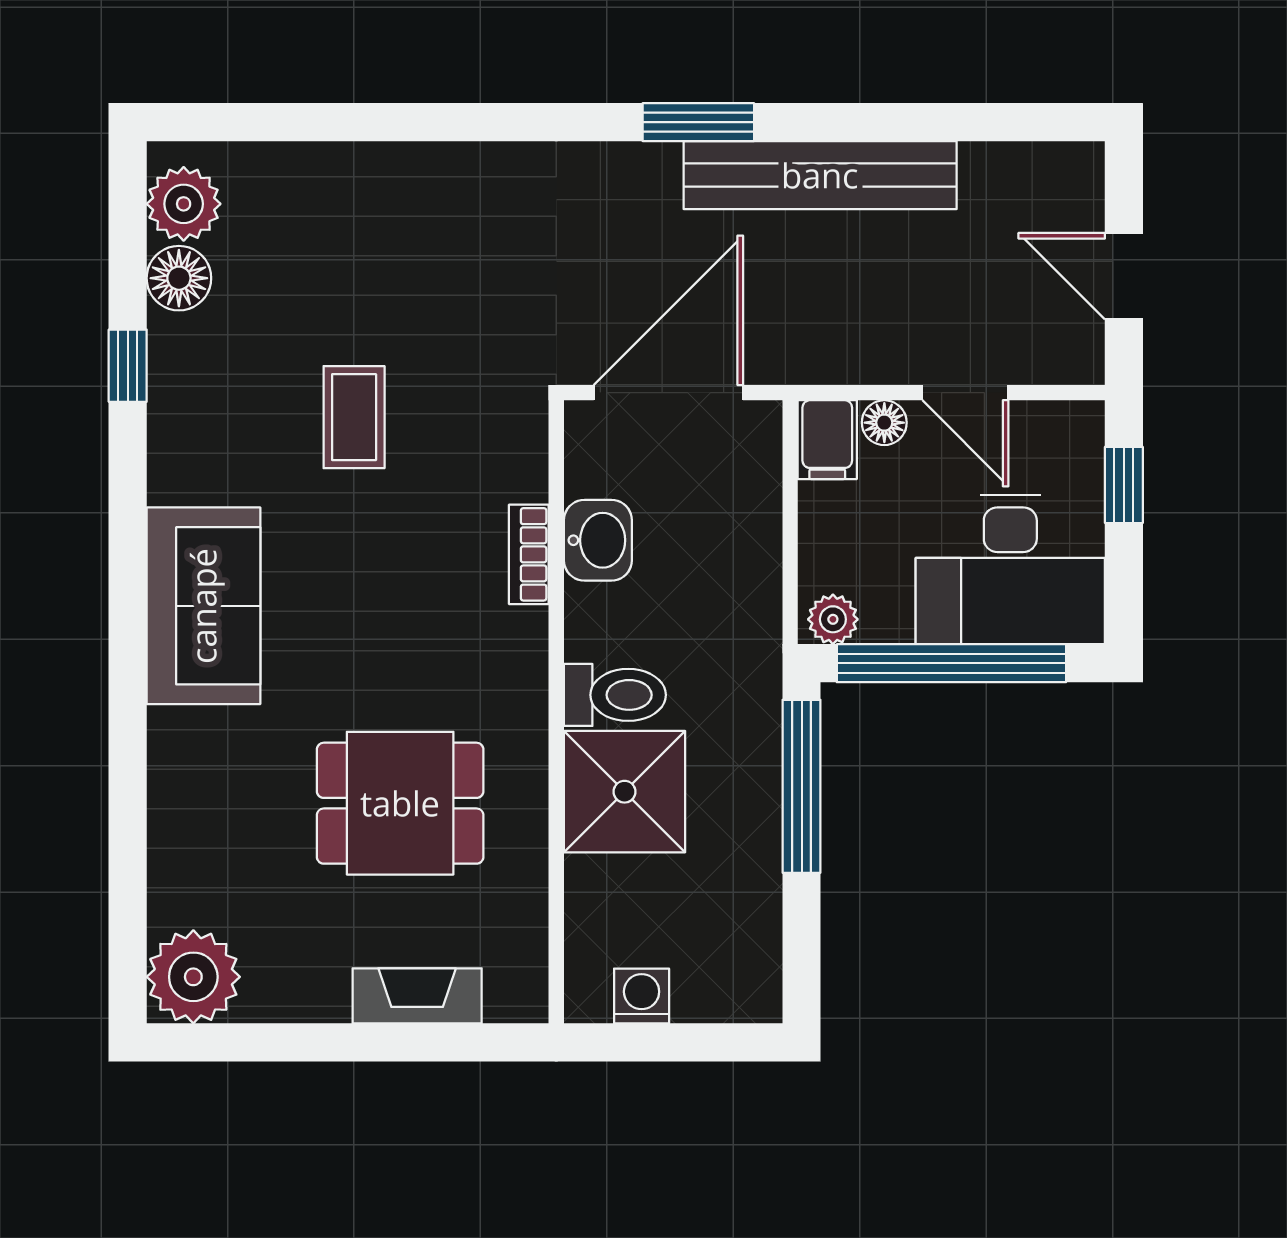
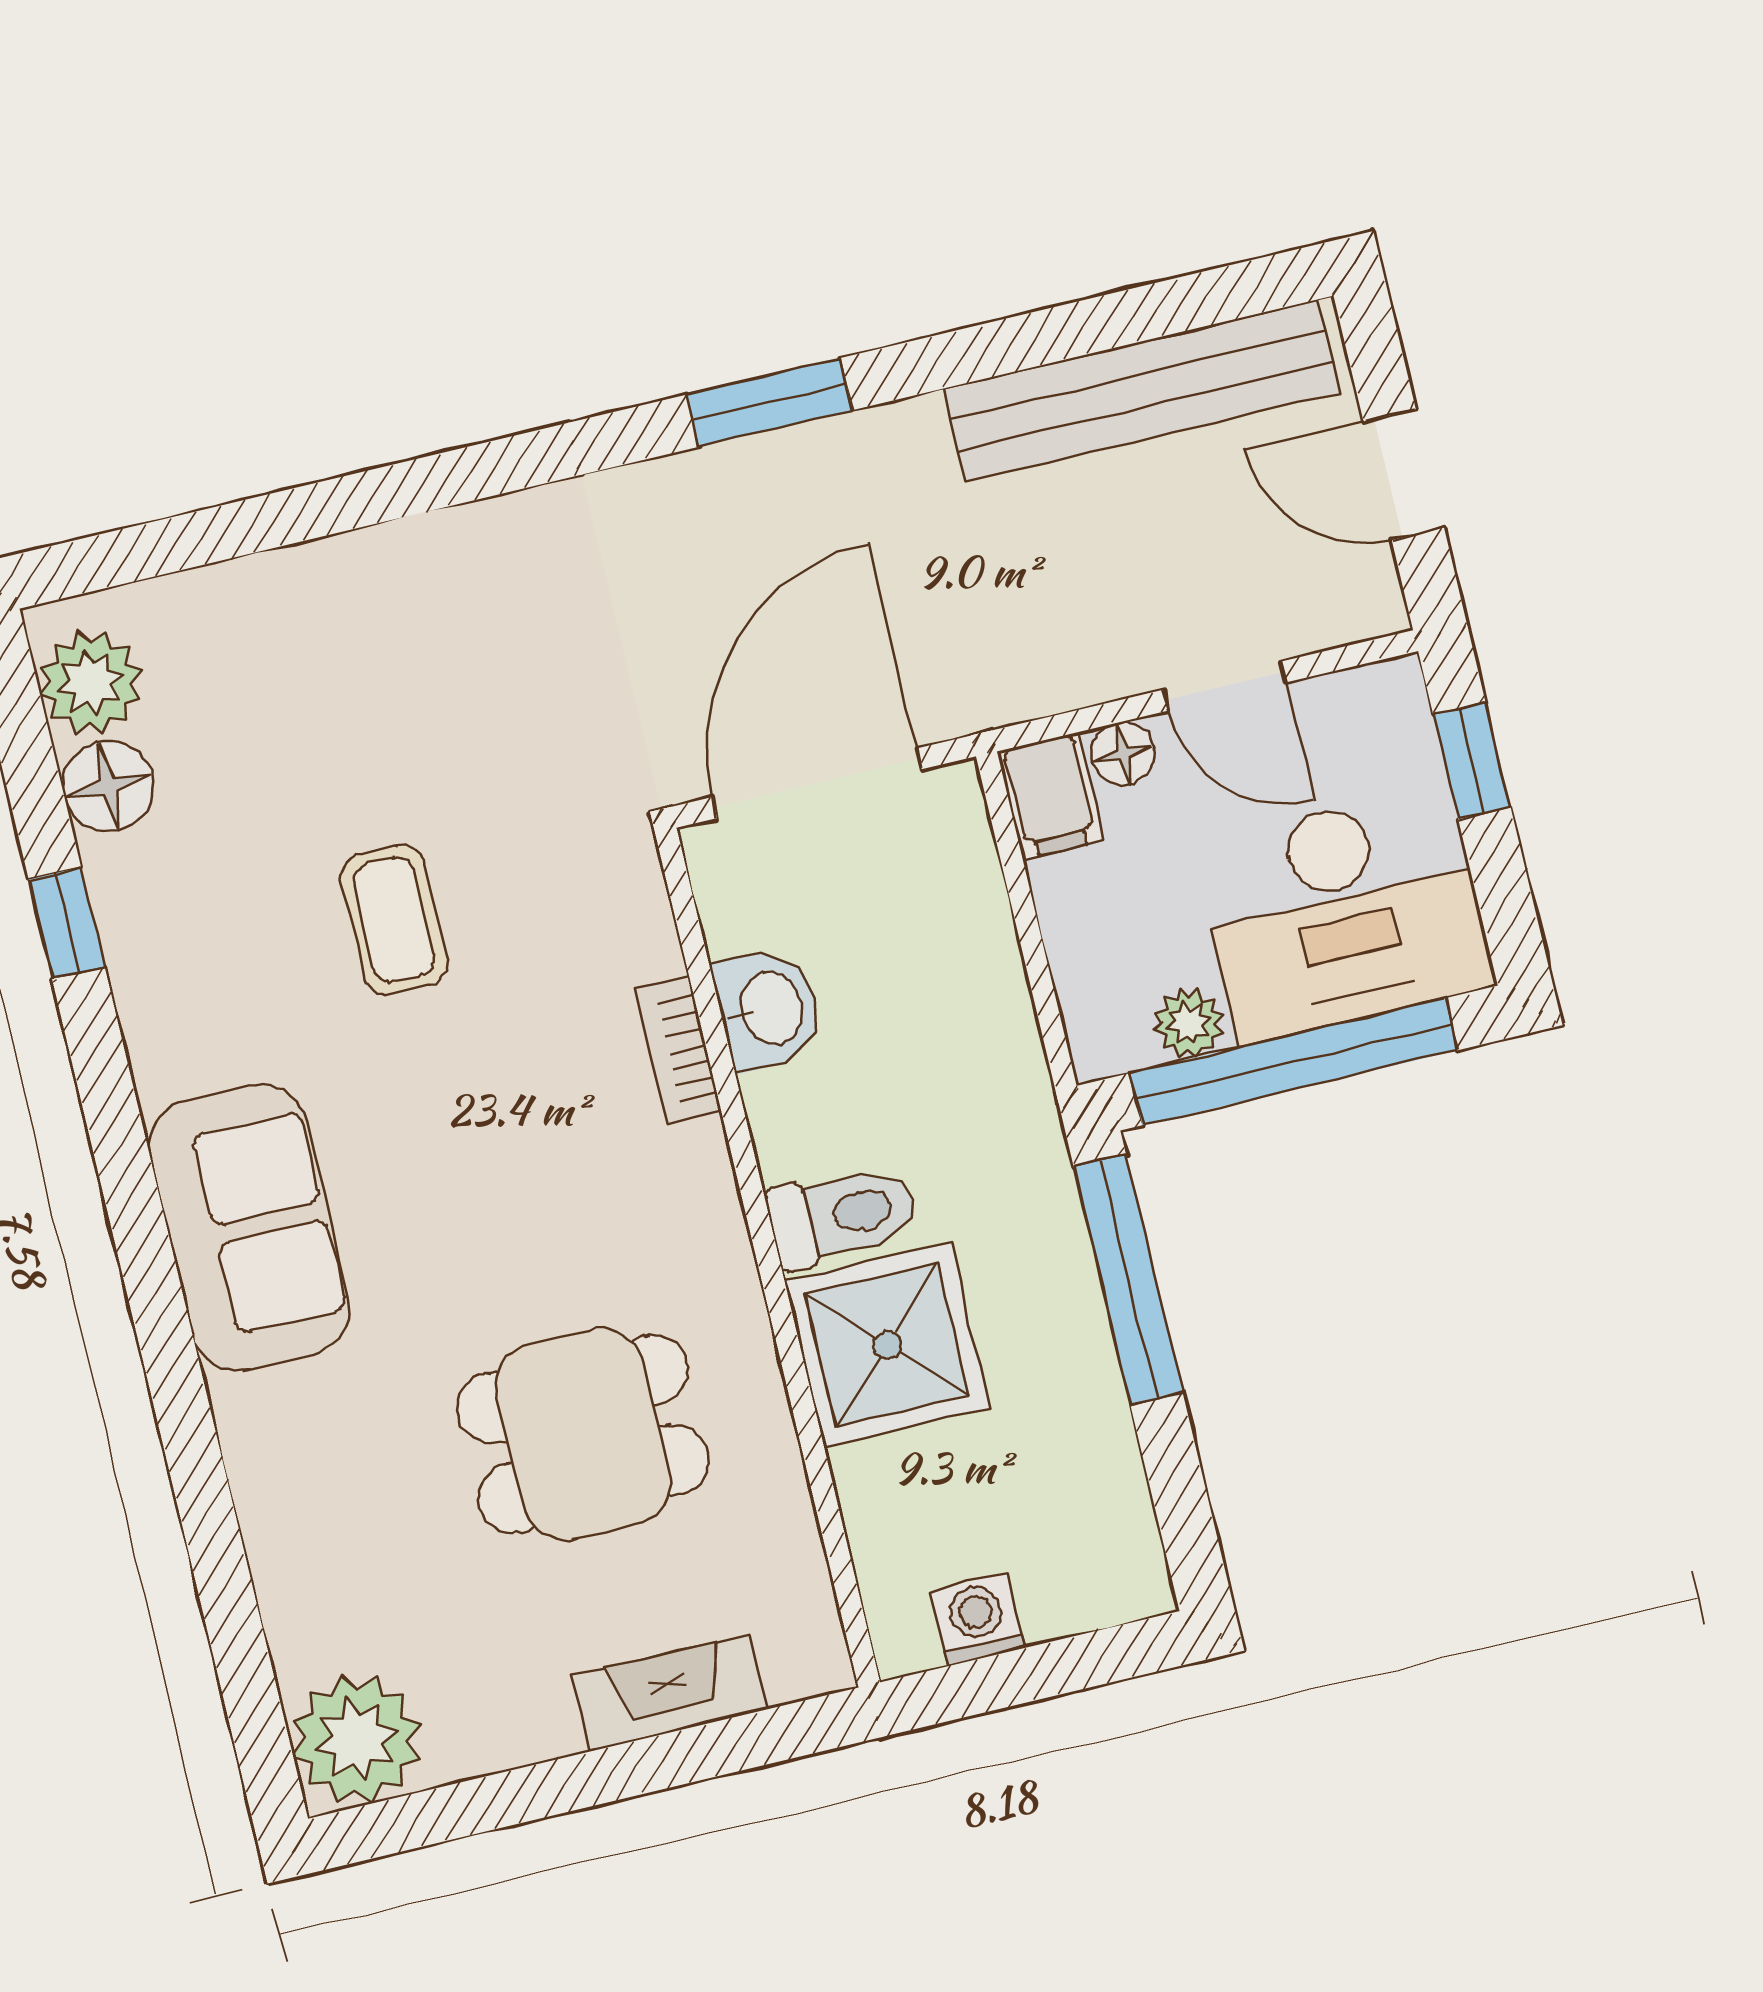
bench: (820, 175) -> (1142, 390), moved
plant: (833, 619) -> (1189, 1023), moved

